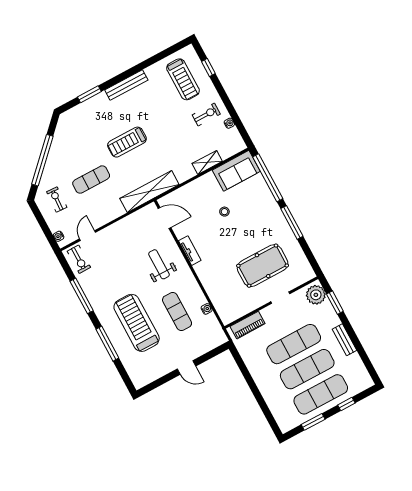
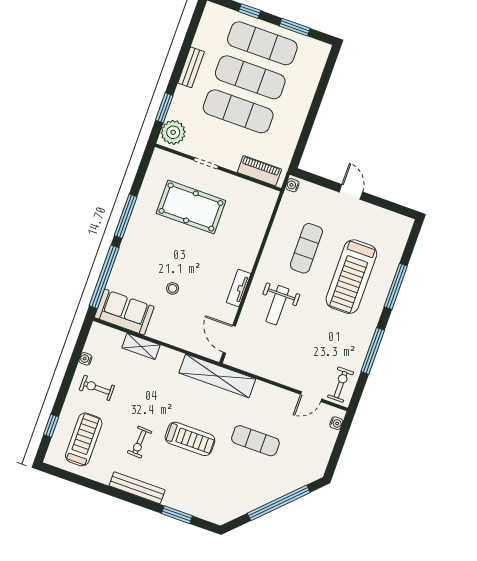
exercise bike: (57, 199) -> (140, 442), moved
water cooler: (207, 309) -> (292, 185), moved

